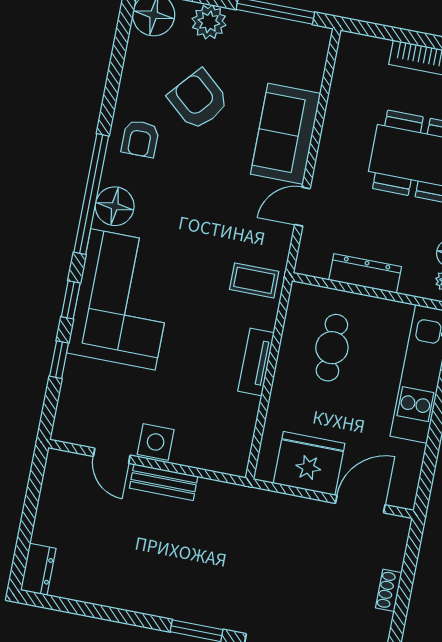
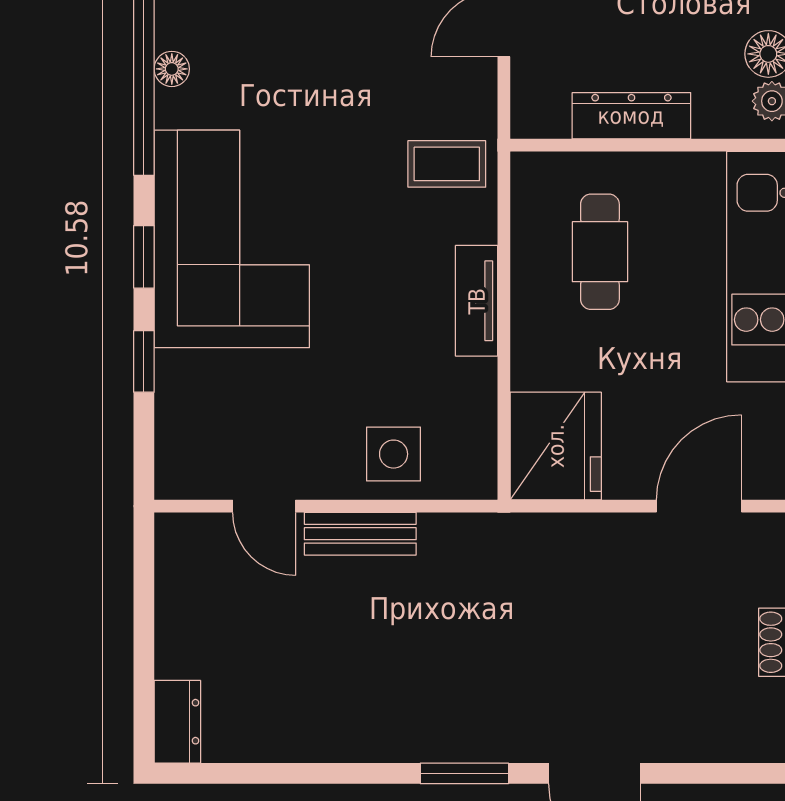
floor lamp: (115, 206) -> (172, 69), width x0.53, depth x0.53
side table: (156, 442) -> (394, 454), moved
fridge: (309, 463) -> (556, 446), moved, turned 90

